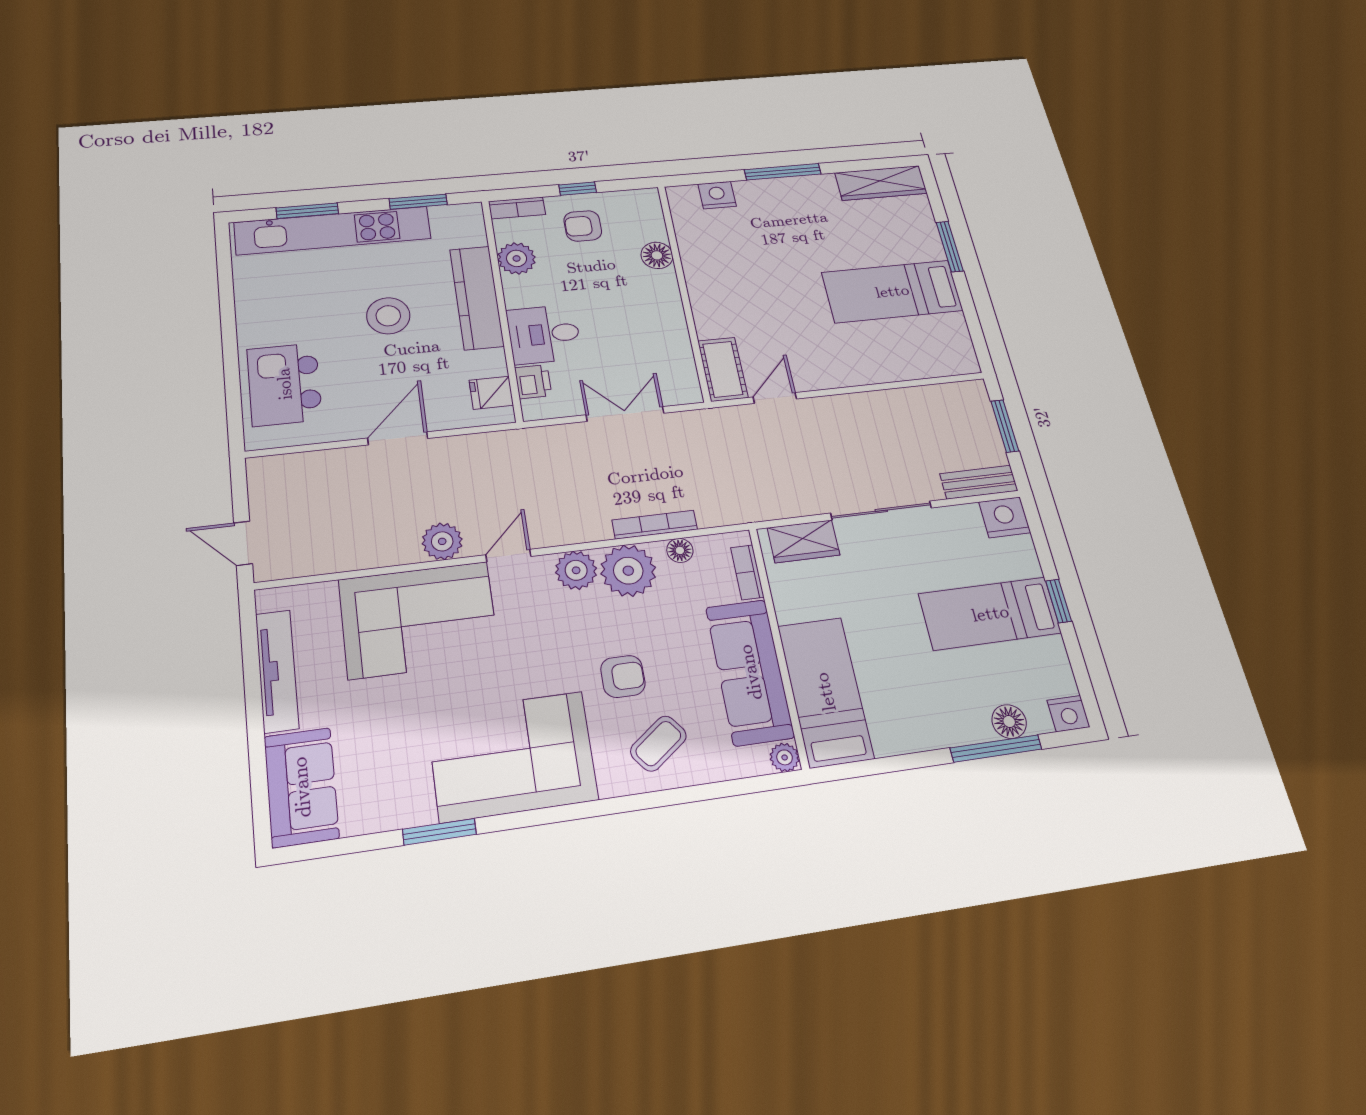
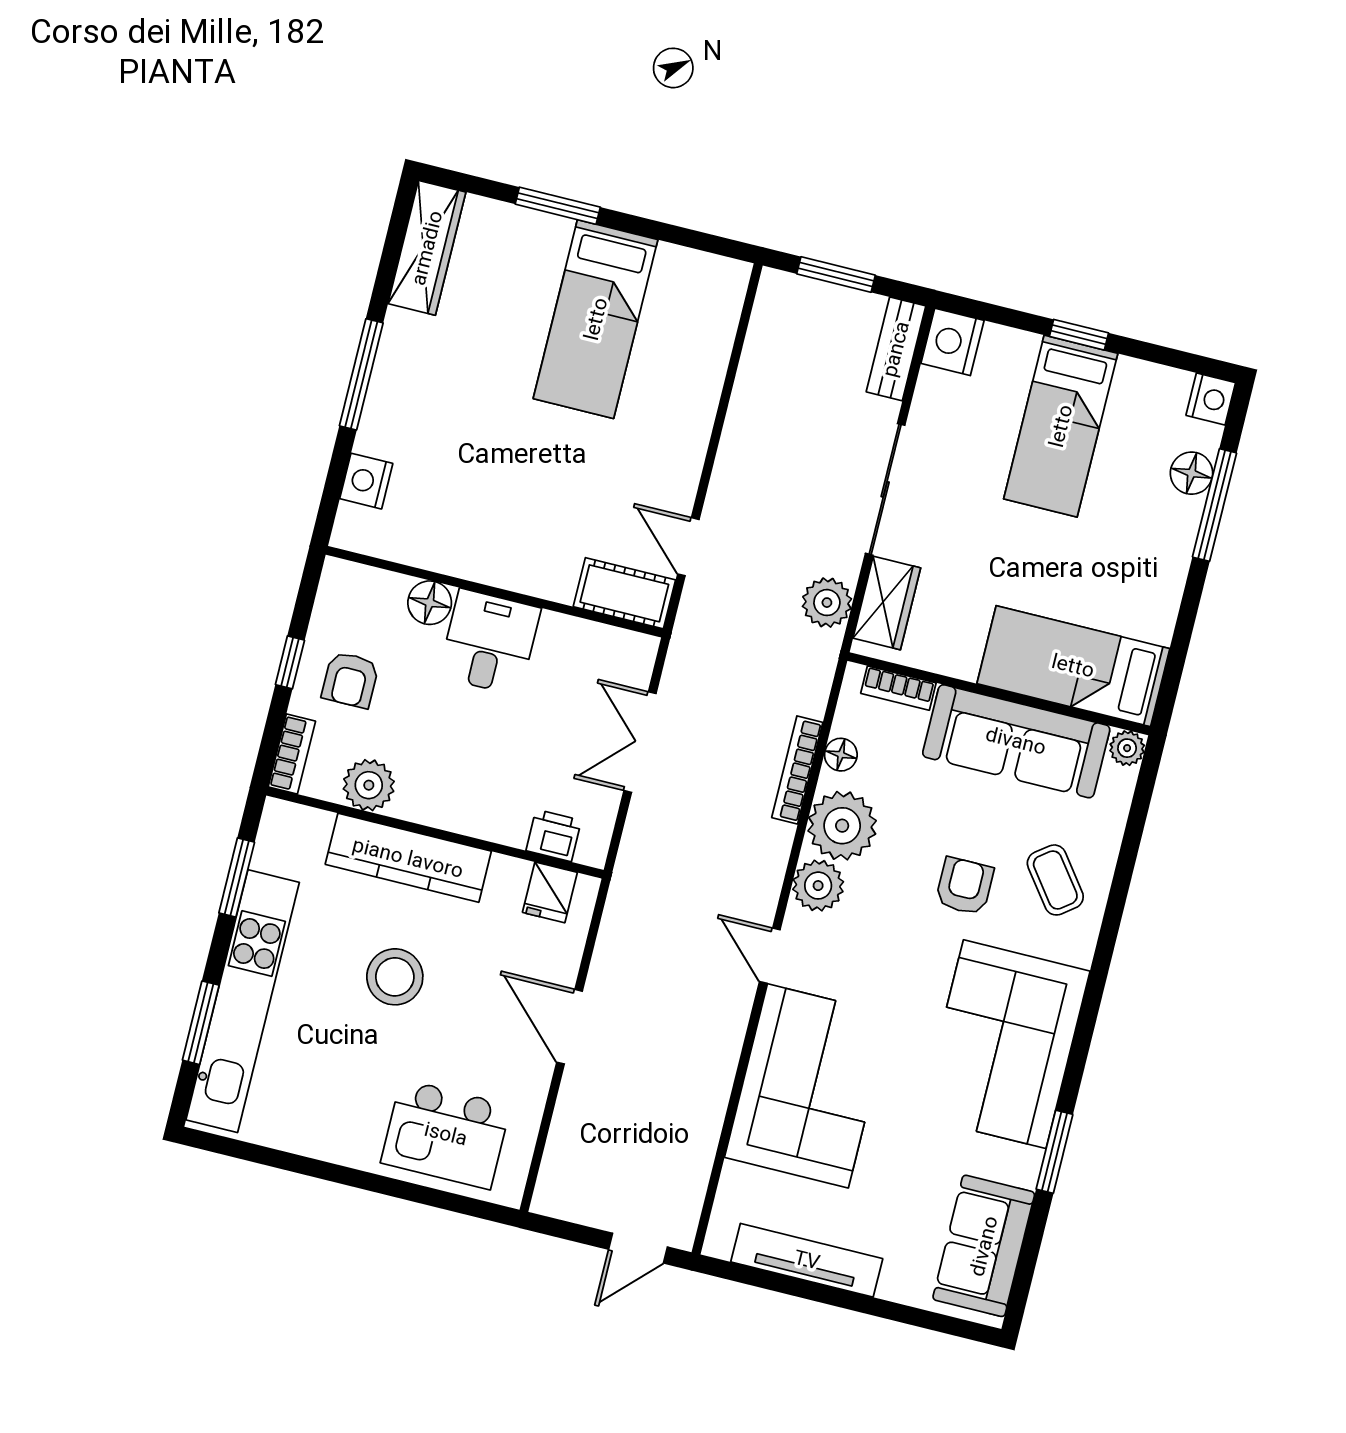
desk: (544, 334) -> (490, 642), moved, turned 180
plant: (442, 541) -> (827, 603), moved
sofa: (301, 787) -> (984, 1246), moved, turned -90

